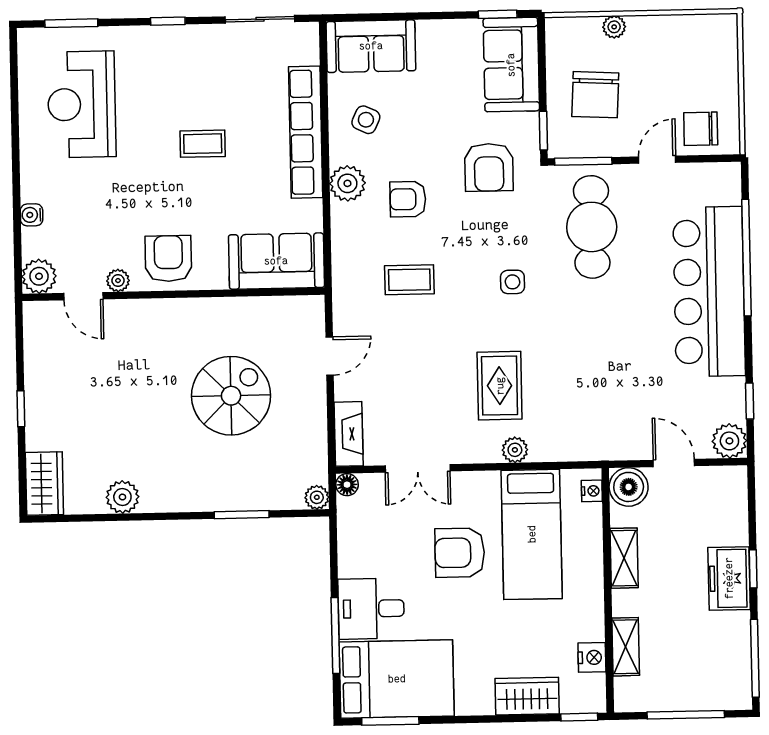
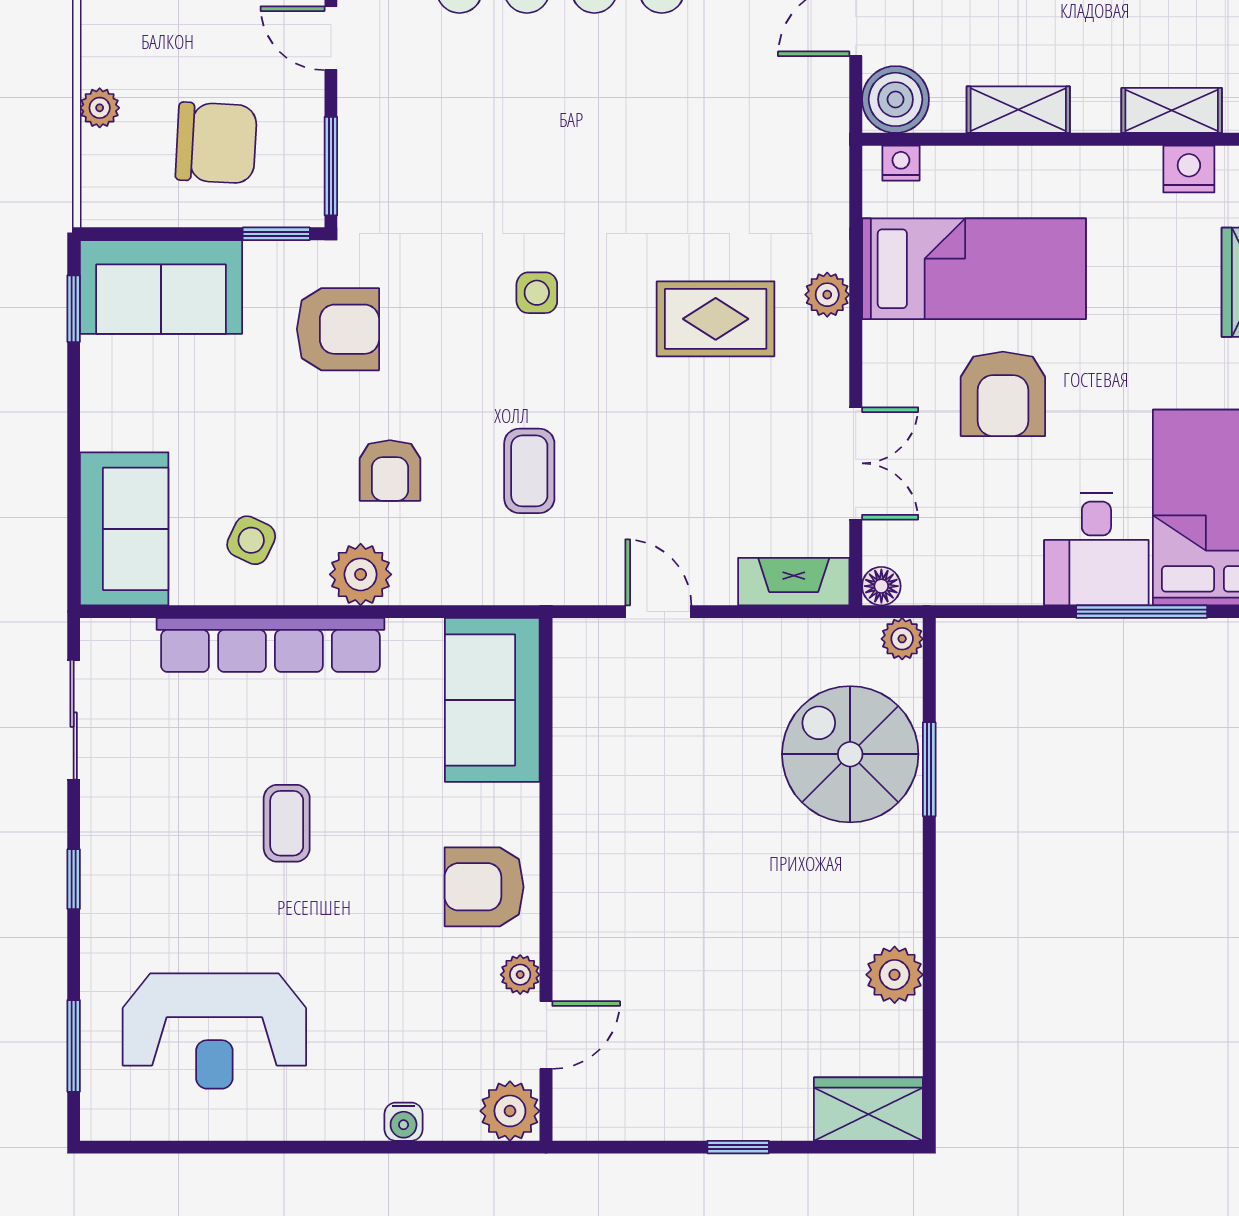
cafe table: (592, 227) -> (445, 154), removed
spiral stairs: (231, 396) -> (850, 754), moved

